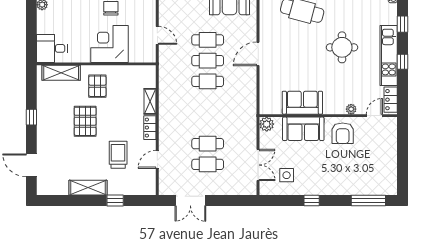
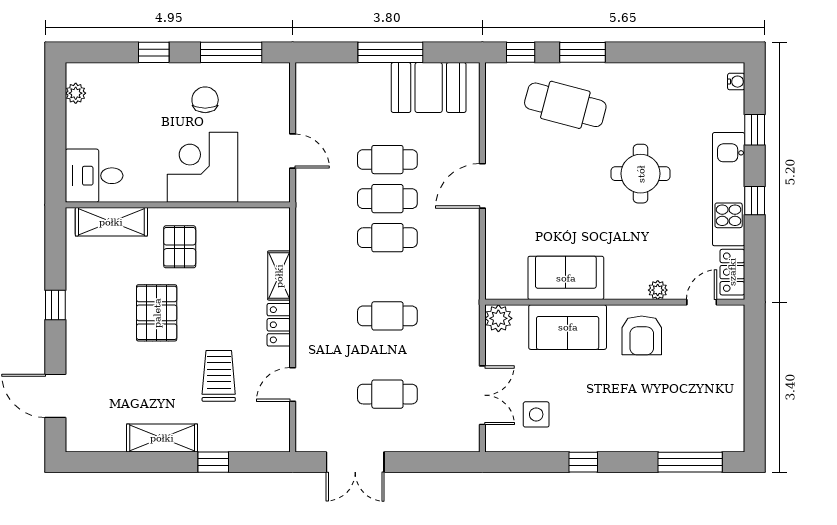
cafe table: (208, 144) -> (387, 316), moved

